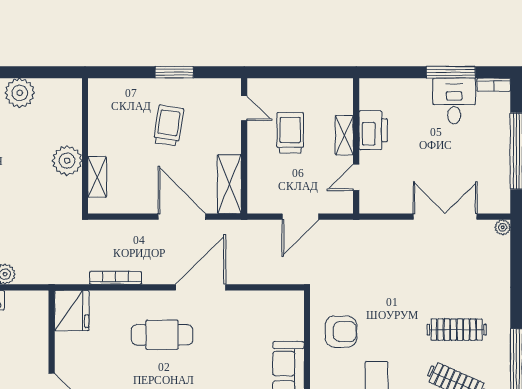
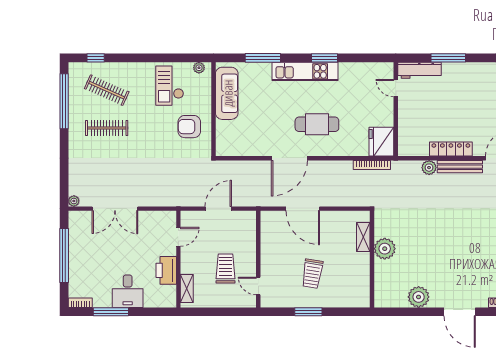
desk: (454, 101) -> (128, 291), moved
trolley: (290, 133) -> (225, 268), turned 180
shelving: (344, 135) -> (187, 289), moved
shelving: (229, 184) -> (269, 232), removed
bookcase: (116, 278) -> (372, 165), moved

